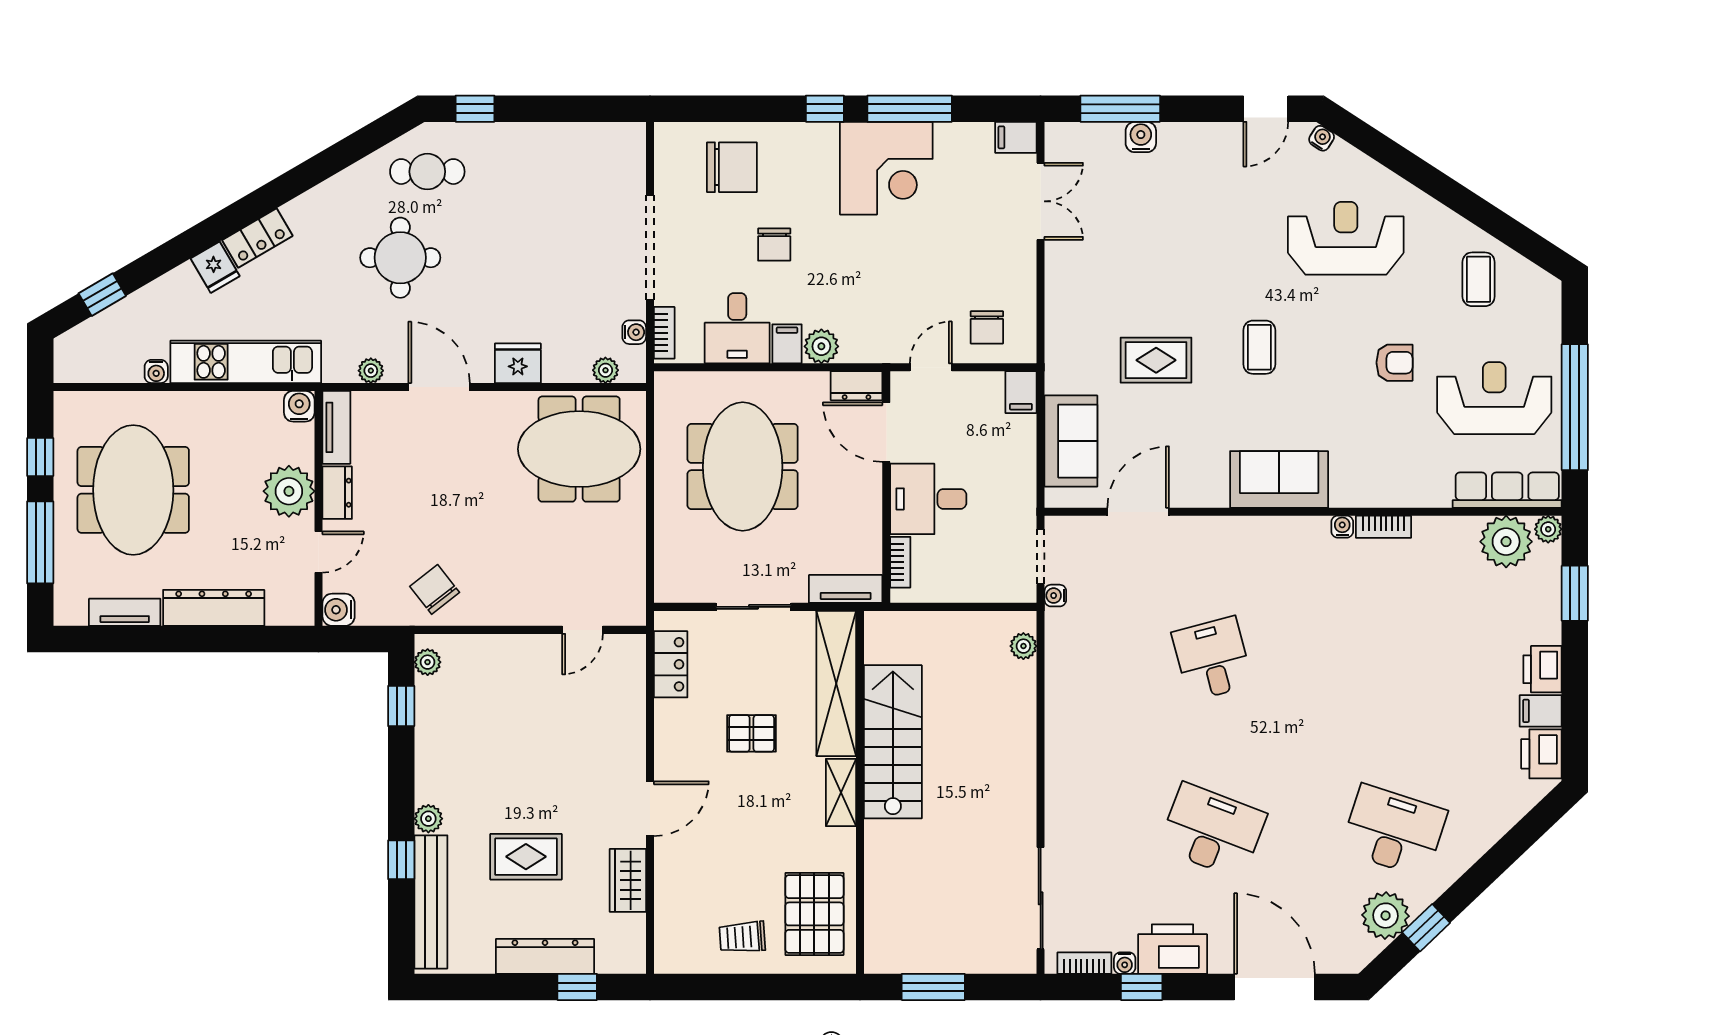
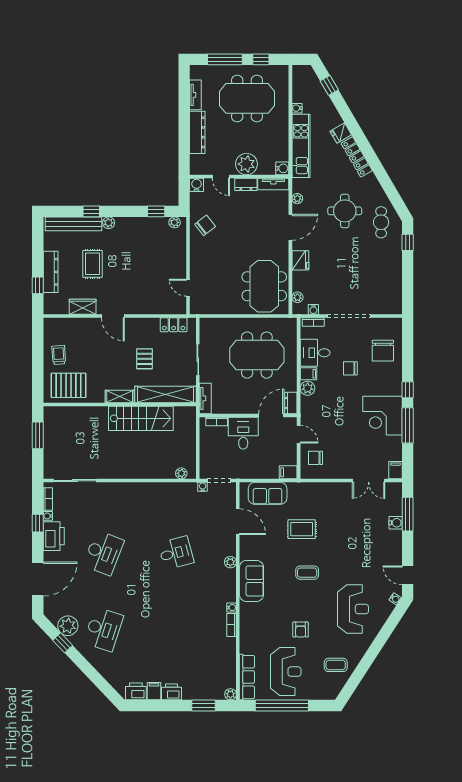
locker: (257, 238) -> (357, 157), width x1.53
rug: (1156, 360) -> (302, 529), turned 90
plant: (1506, 542) -> (230, 562), moved, width x0.53, depth x0.53

